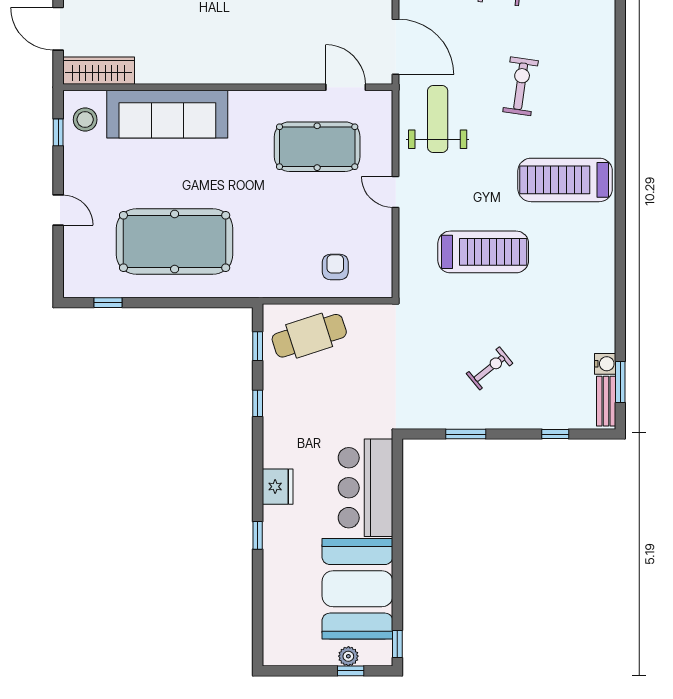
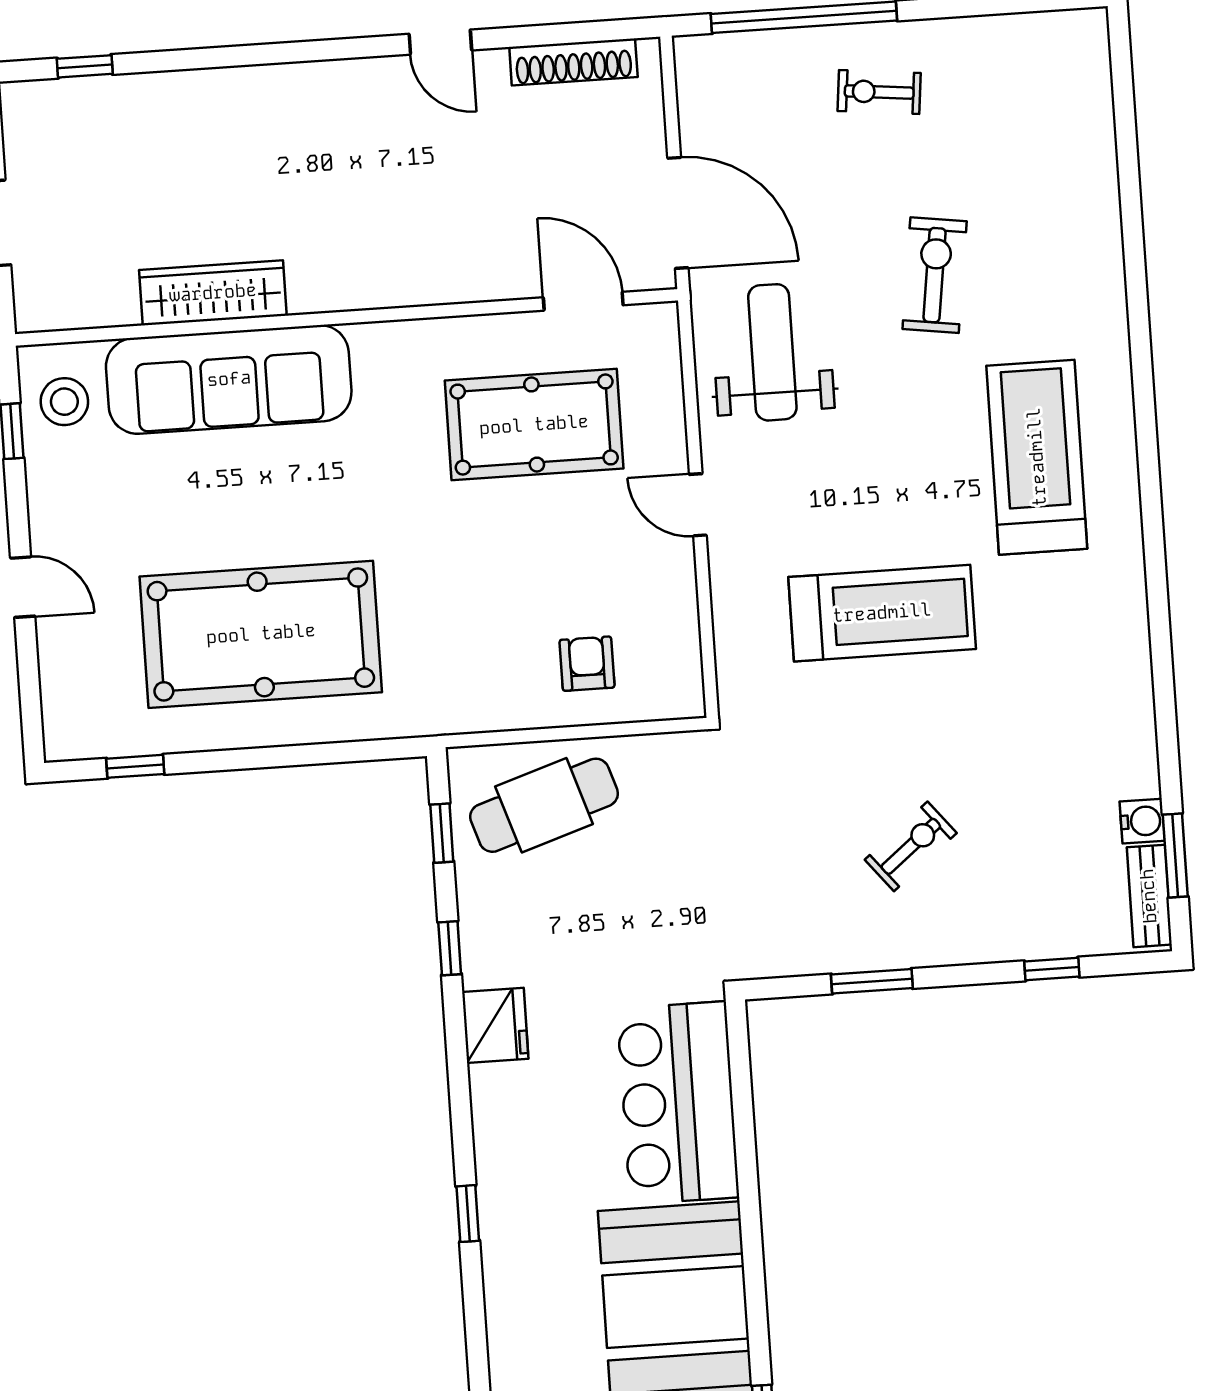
wardrobe: (99, 71) -> (213, 293), moved
treadmill: (565, 180) -> (1037, 457), turned 90
fridge: (278, 487) -> (495, 1025), moved

